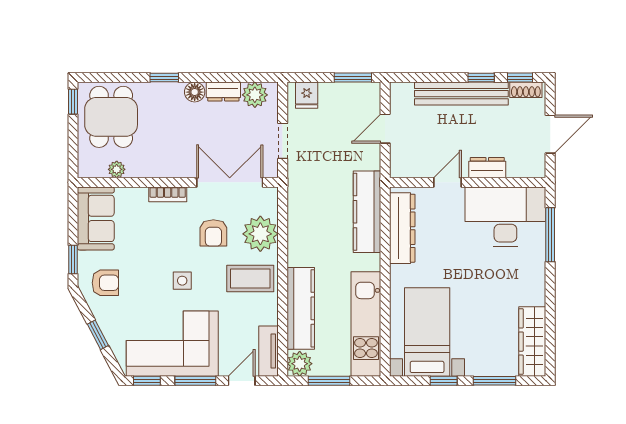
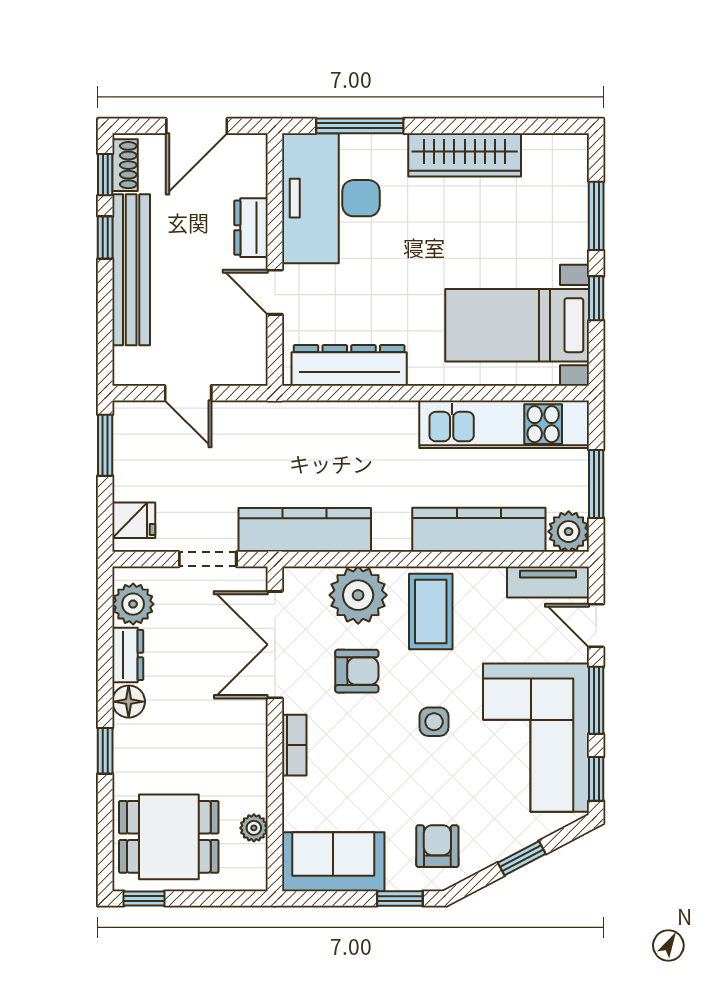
door: (550, 134) -> (197, 126), swing flipped
kitchen counter: (367, 212) -> (305, 530), moved, turned 180
wardrobe: (532, 342) -> (465, 155), moved

